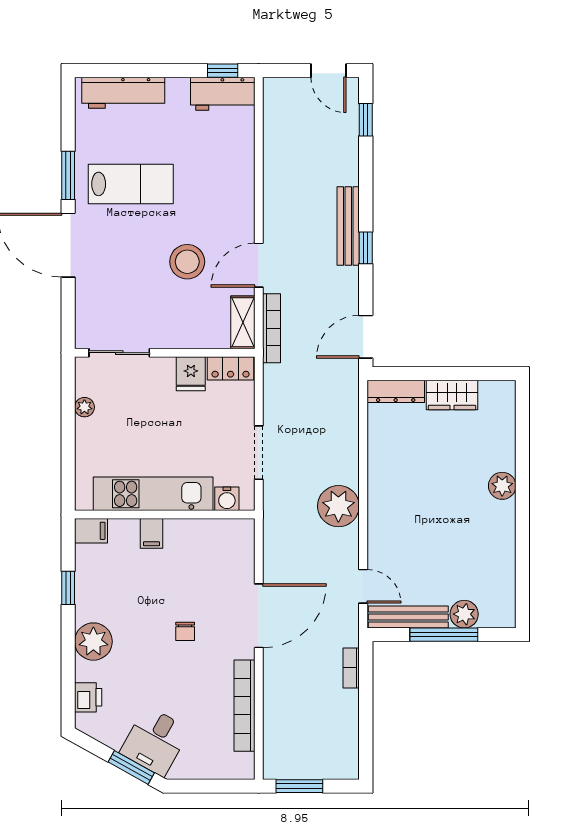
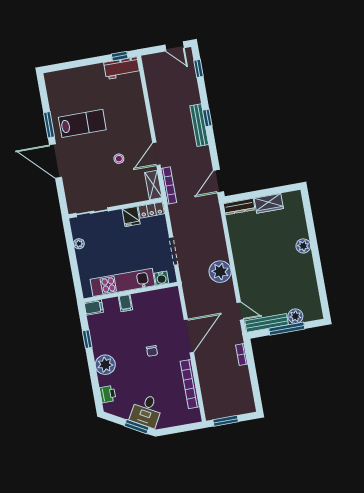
workbench: (123, 93) -> (70, 77), removed
window: (366, 248) -> (207, 118), moved
stool: (187, 262) -> (119, 159), width x0.53, depth x0.53

